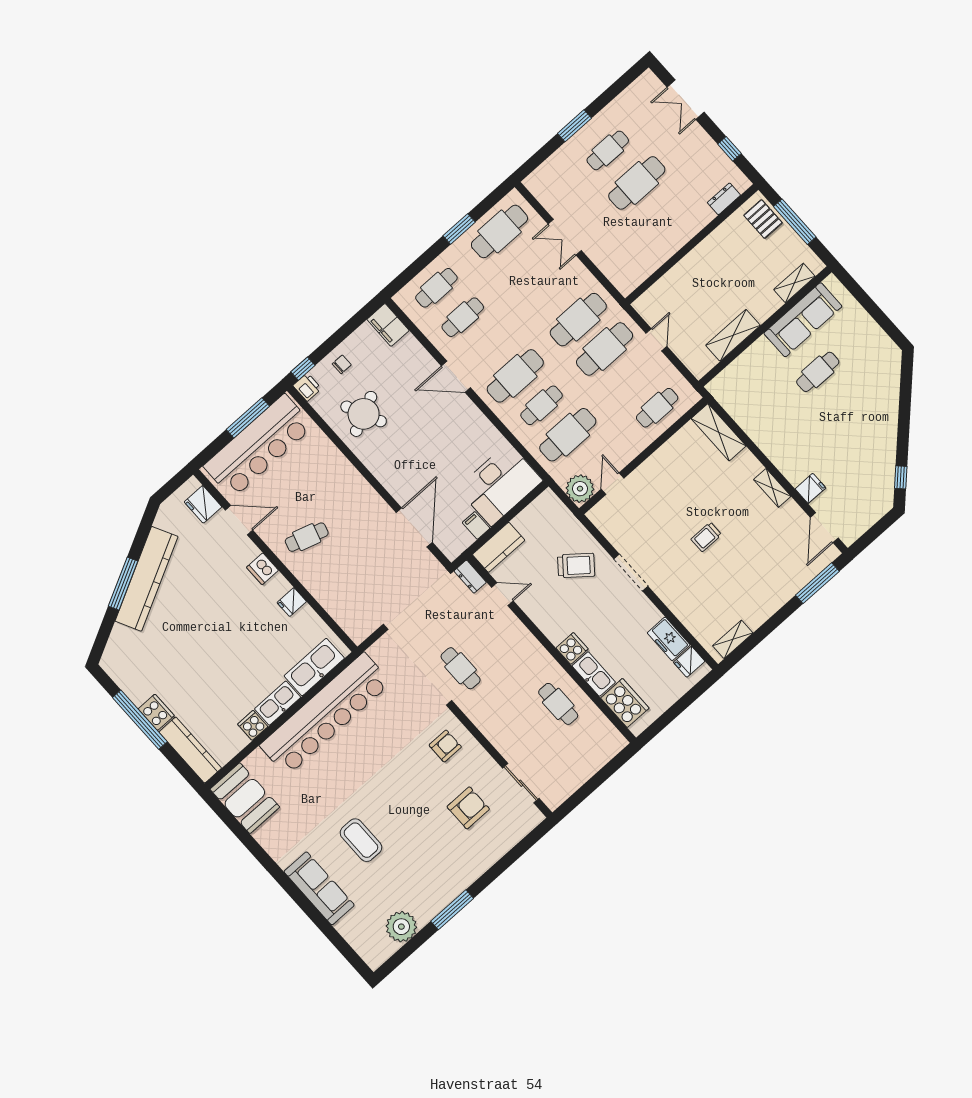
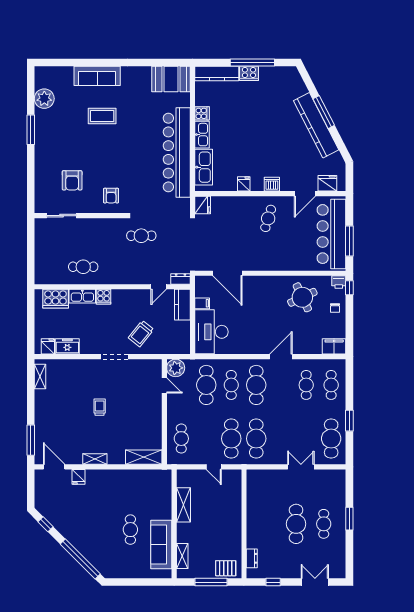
window: (905, 400) -> (80, 559), added
fridge: (360, 628) -> (203, 205), added

